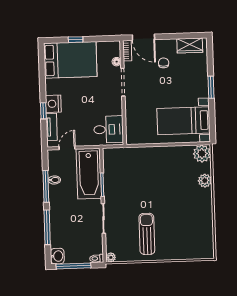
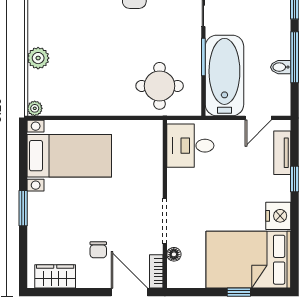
nightstand: (53, 104) -> (278, 216), moved
plant: (202, 154) -> (35, 108), width x0.53, depth x0.53
round table: (129, 166) -> (160, 86), added

